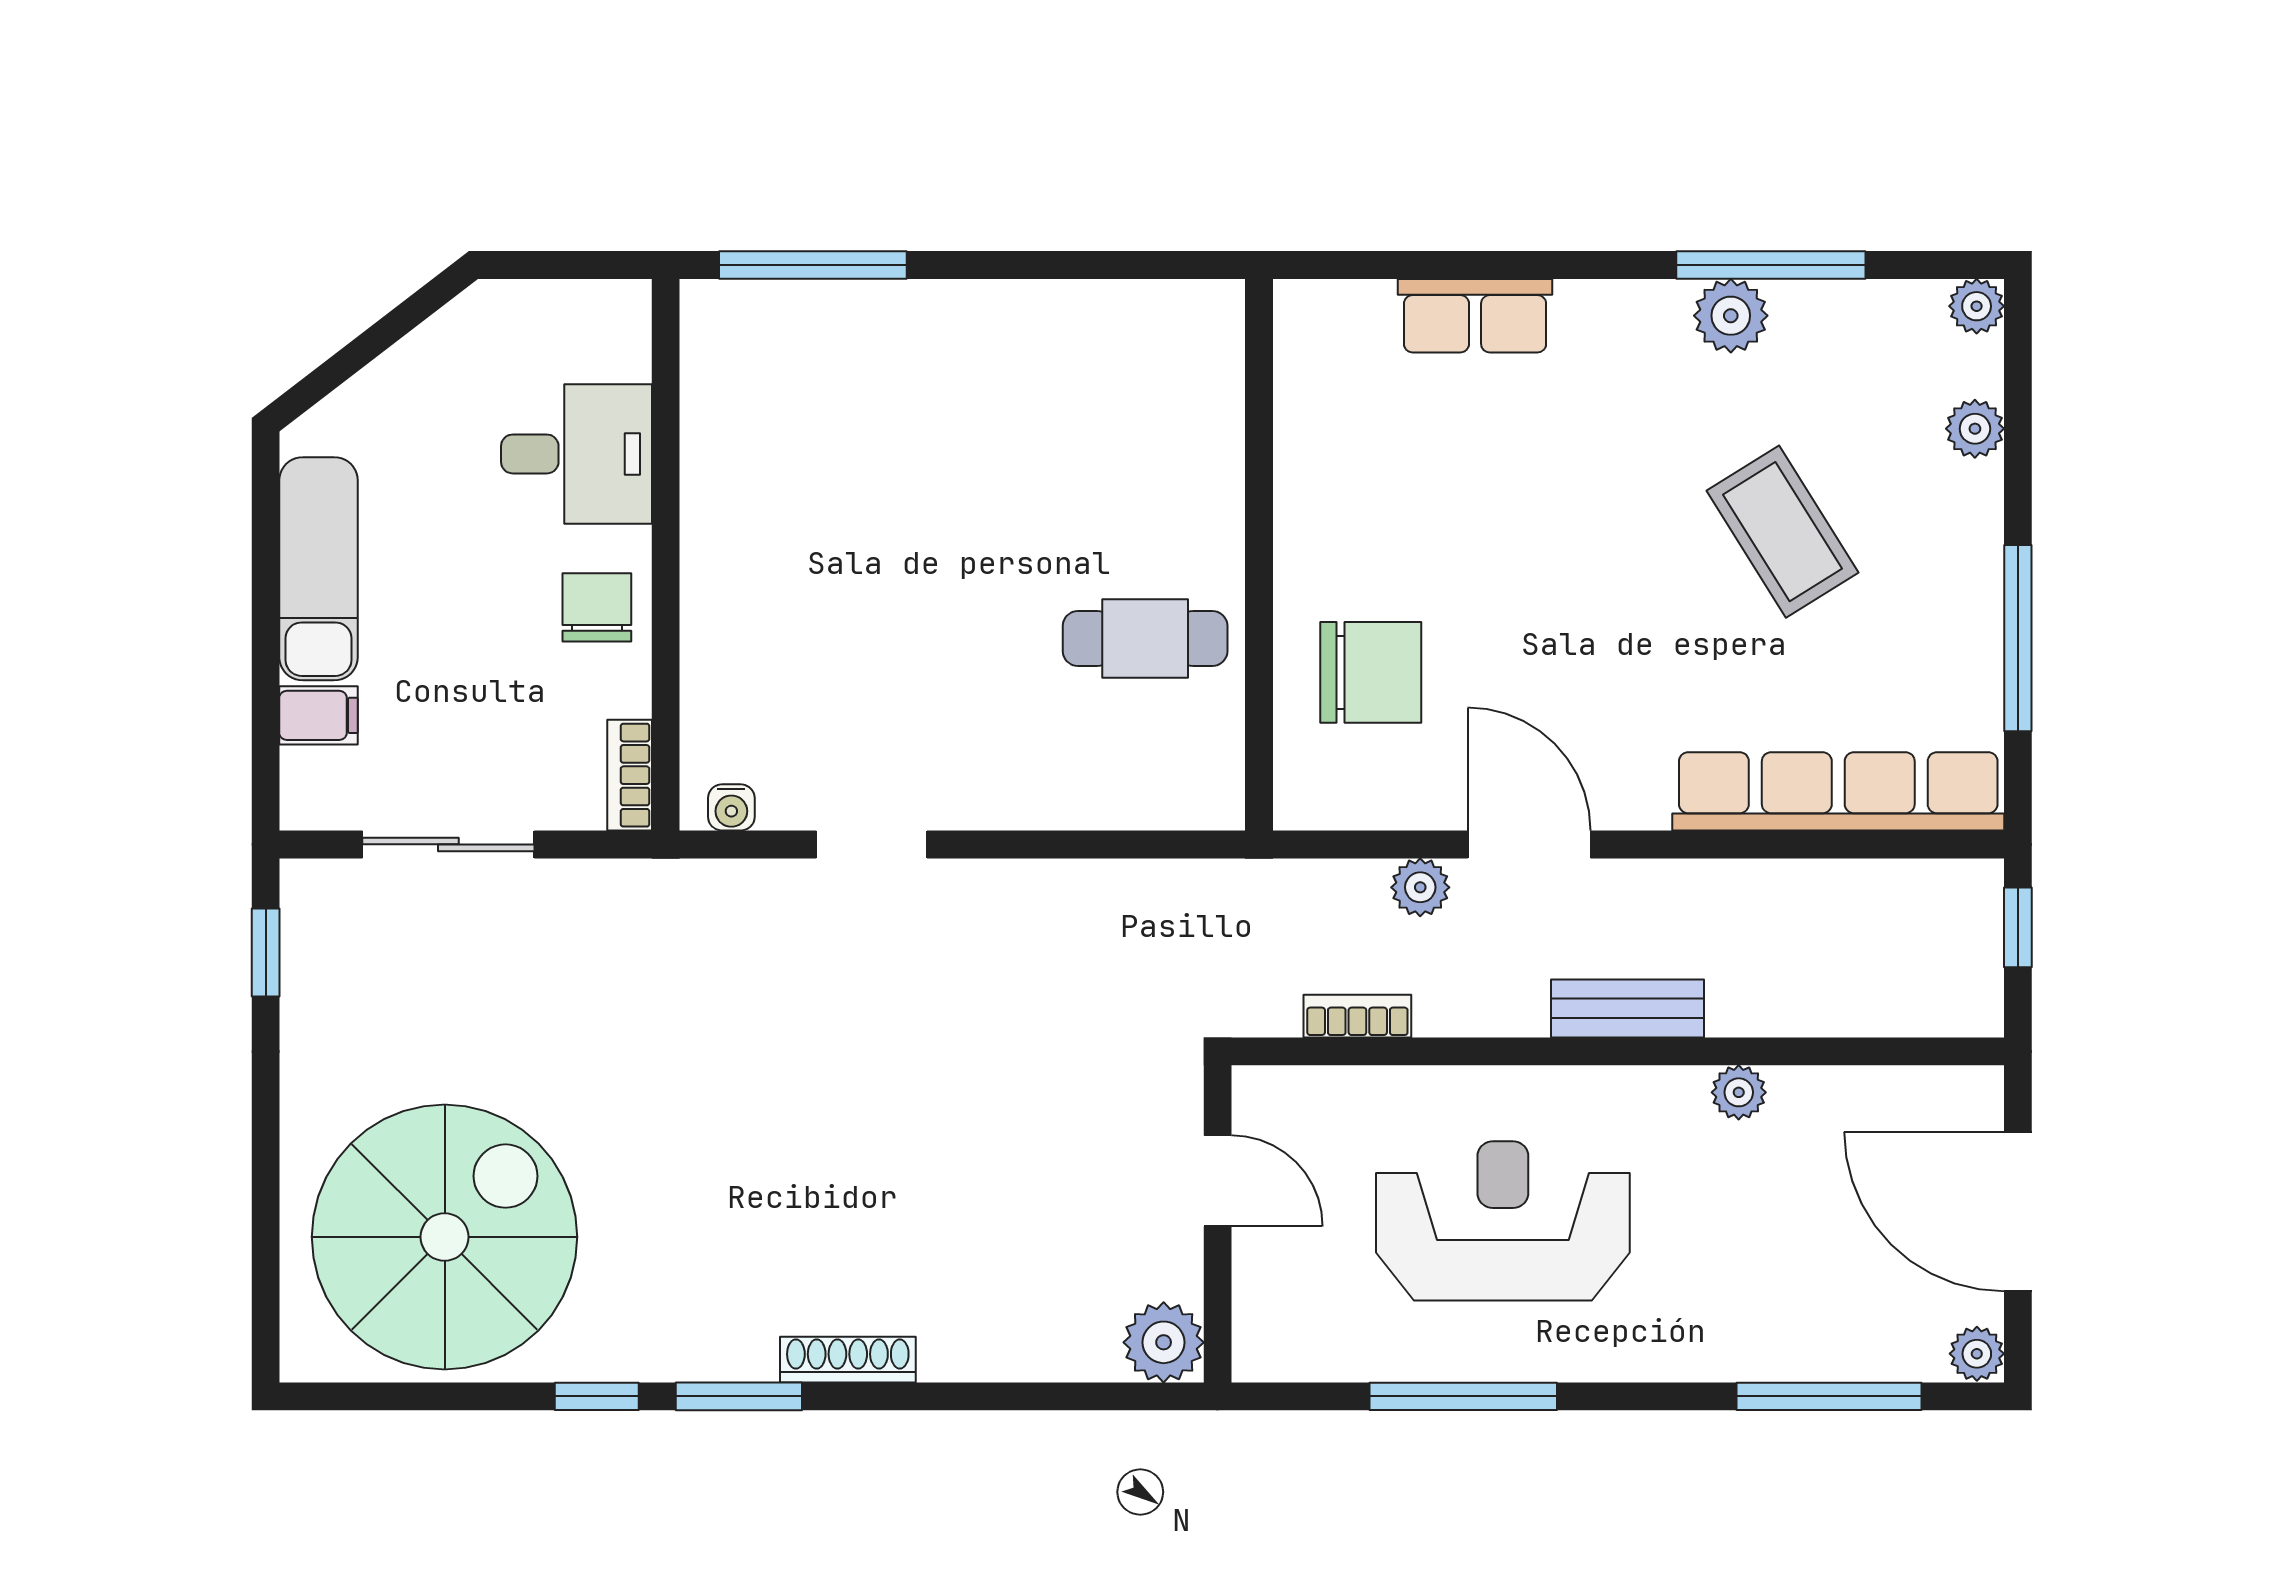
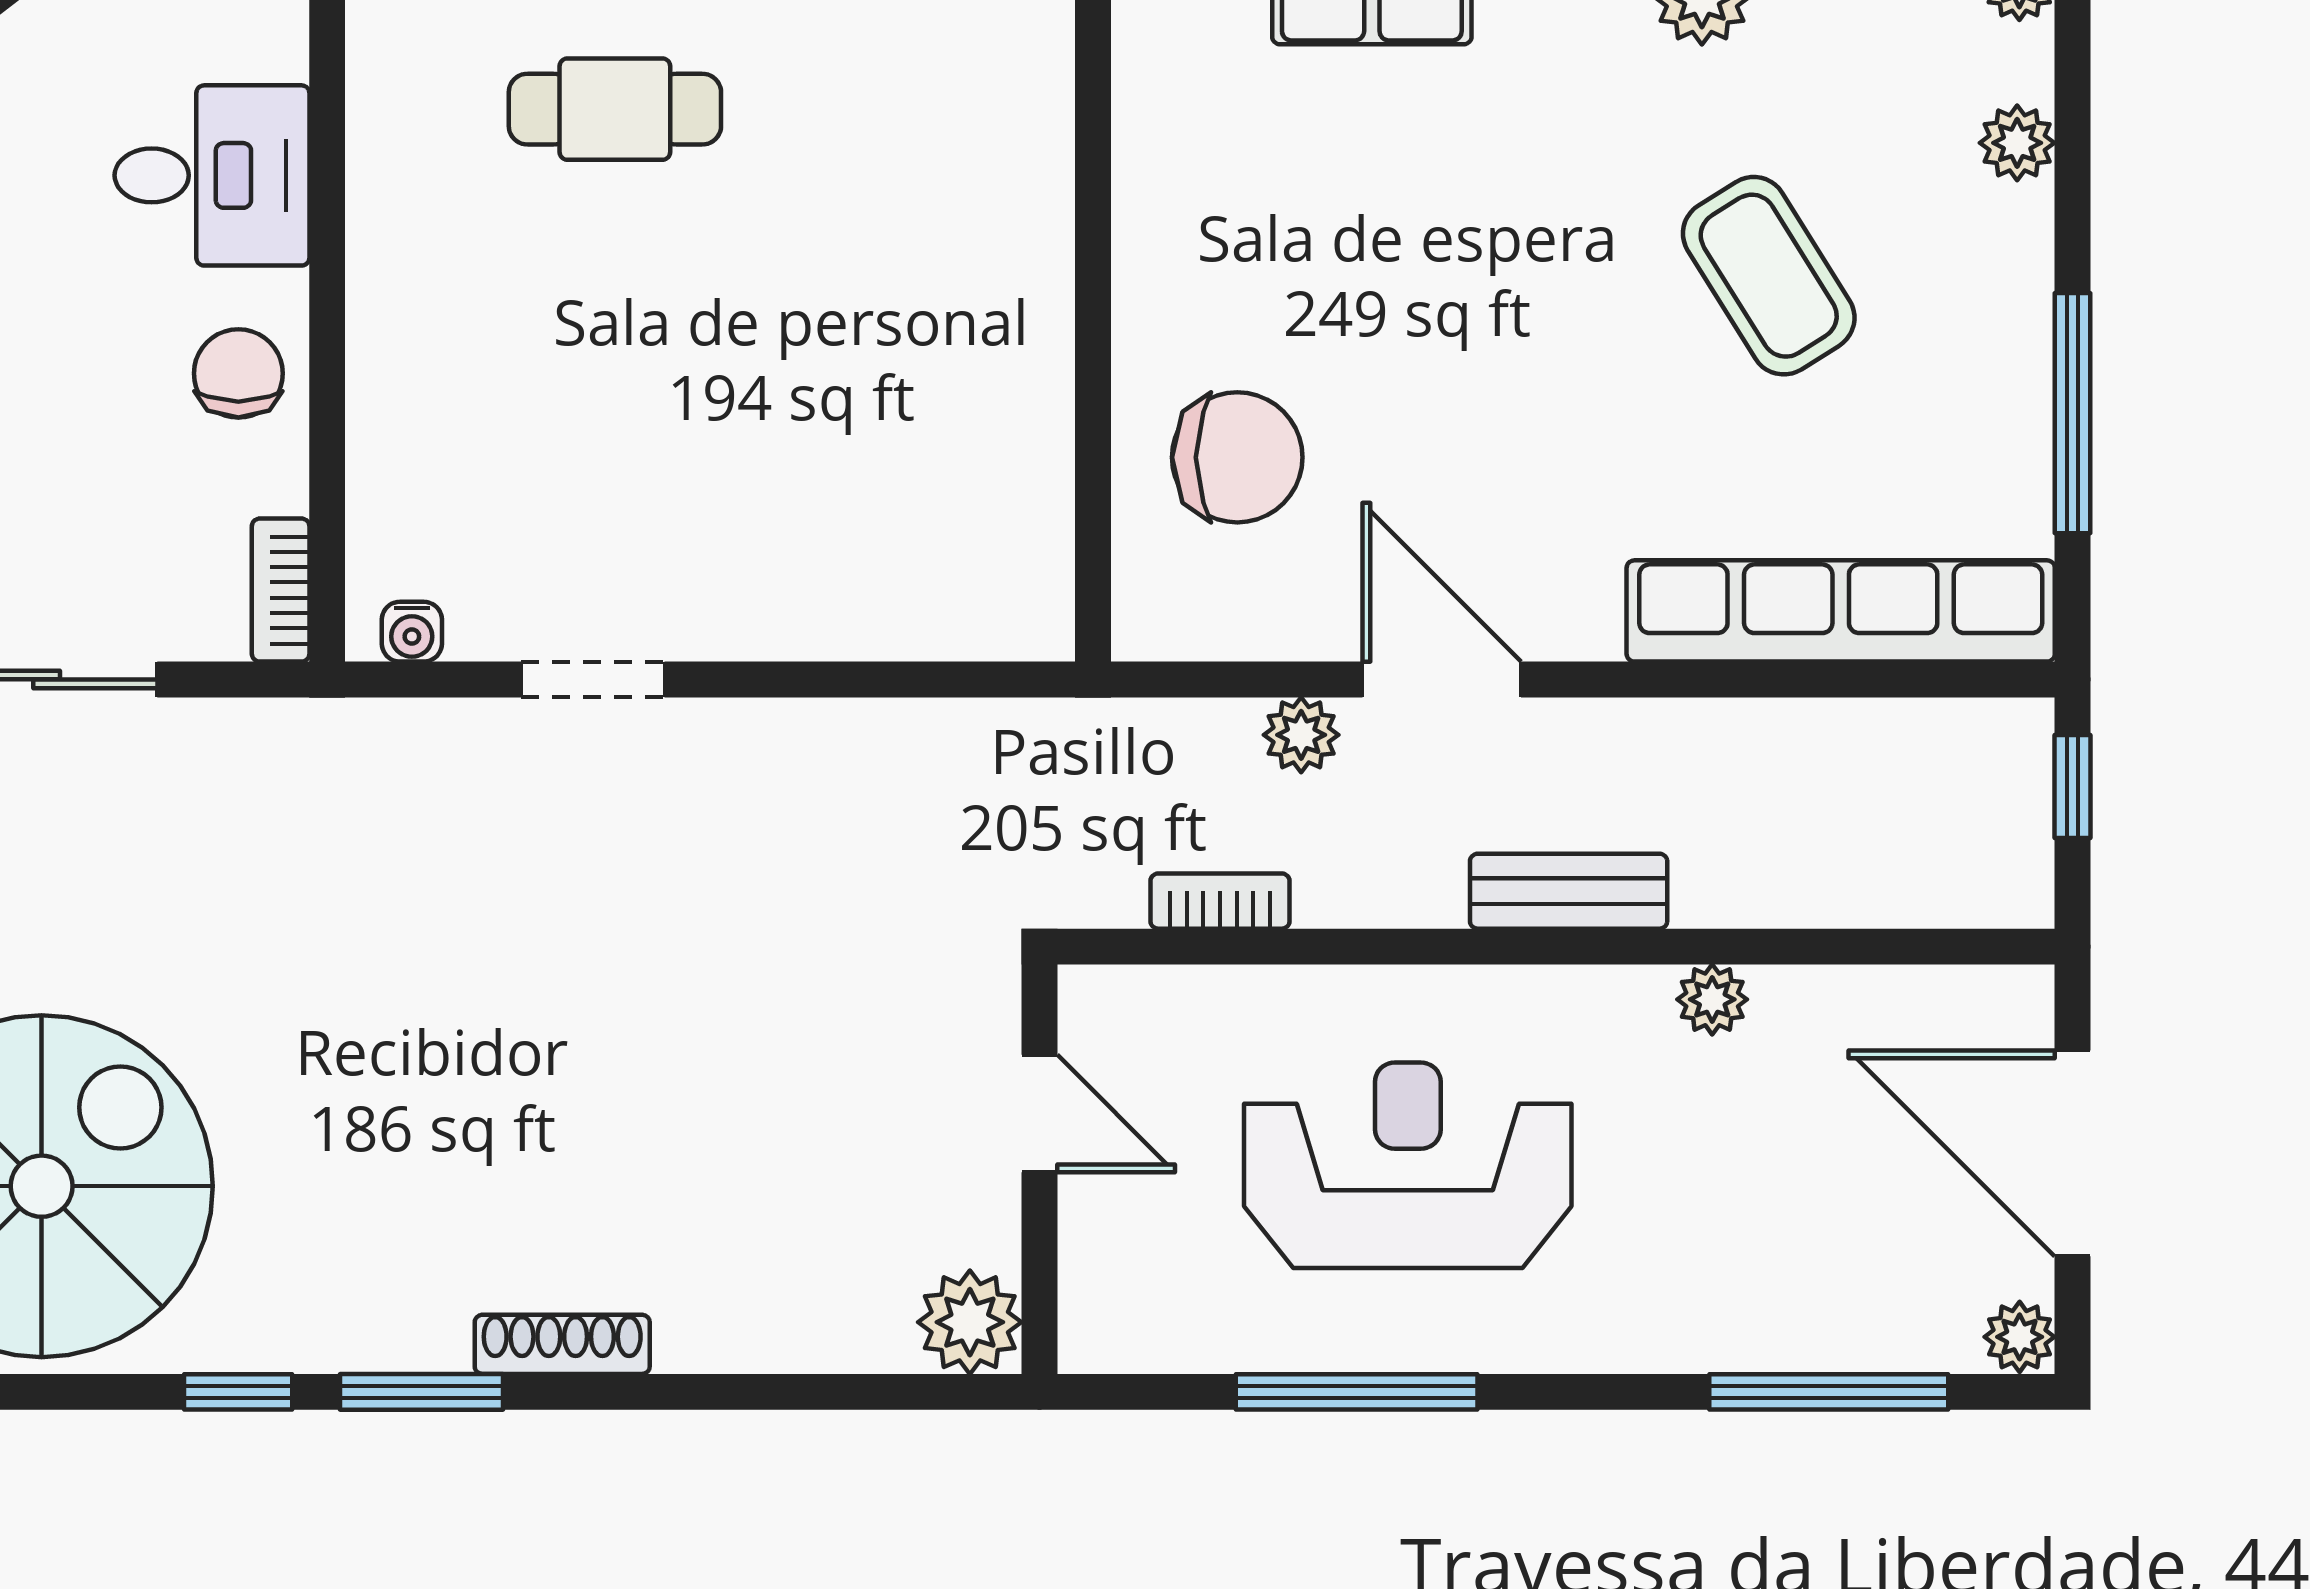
cafe table: (1145, 638) -> (615, 109), moved

